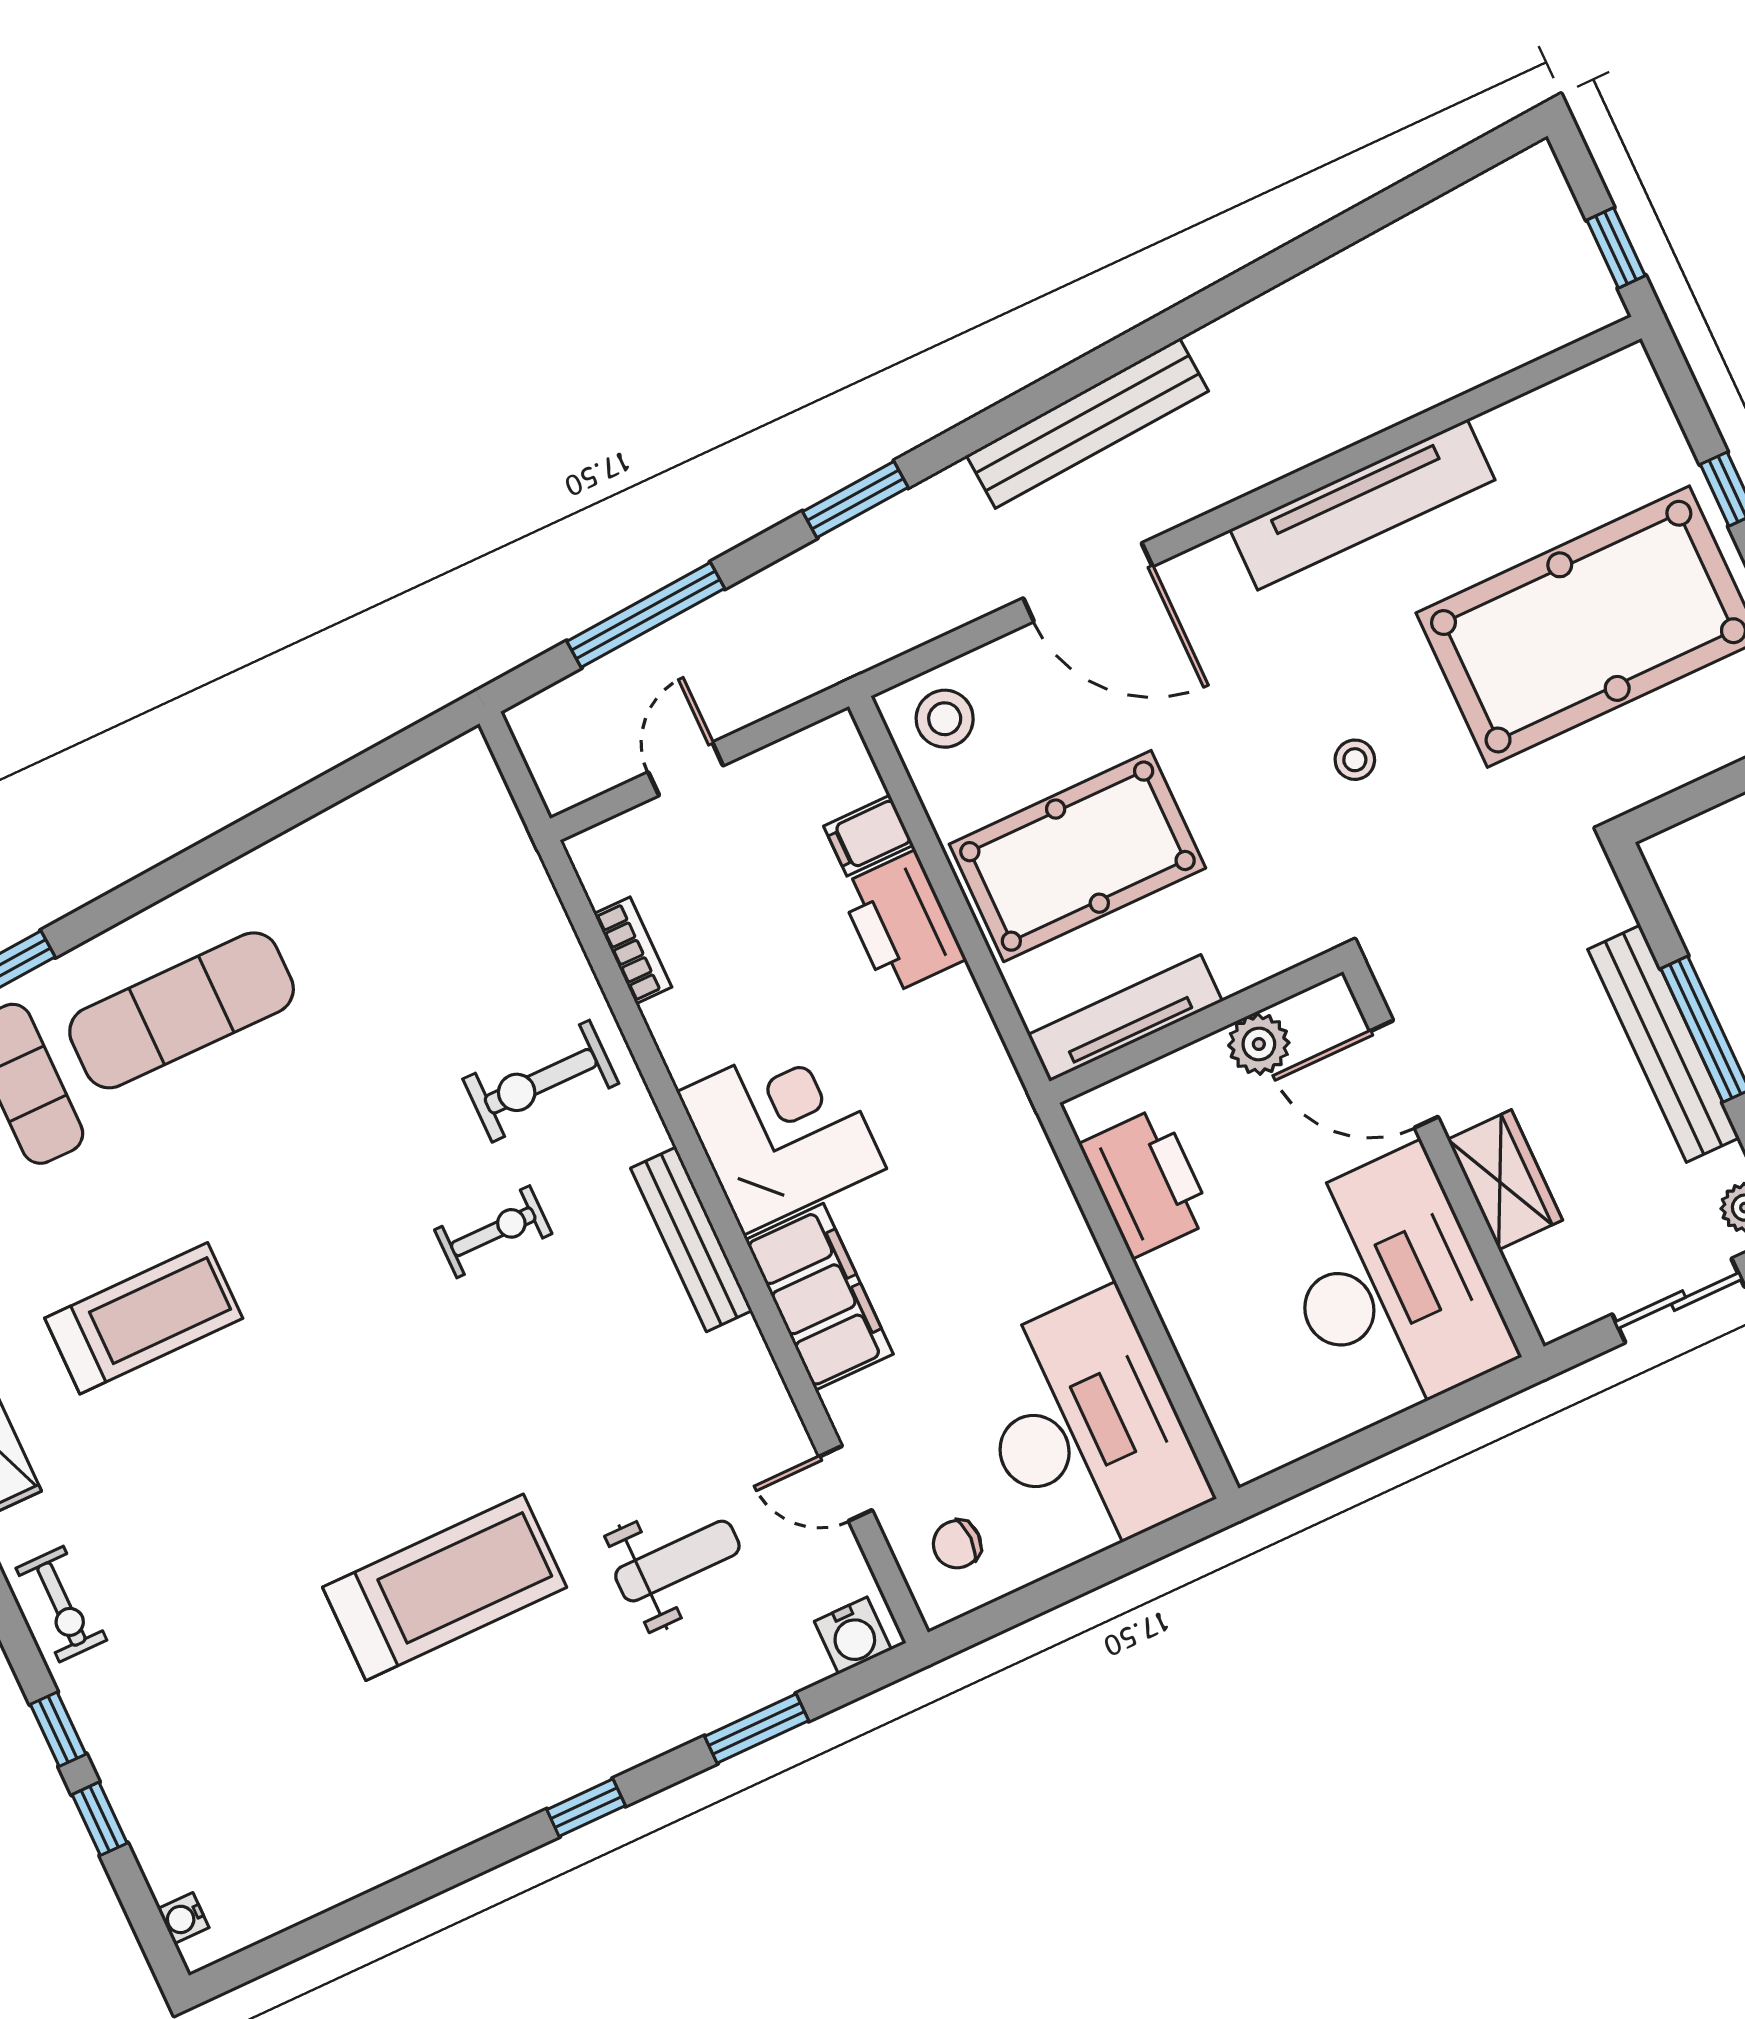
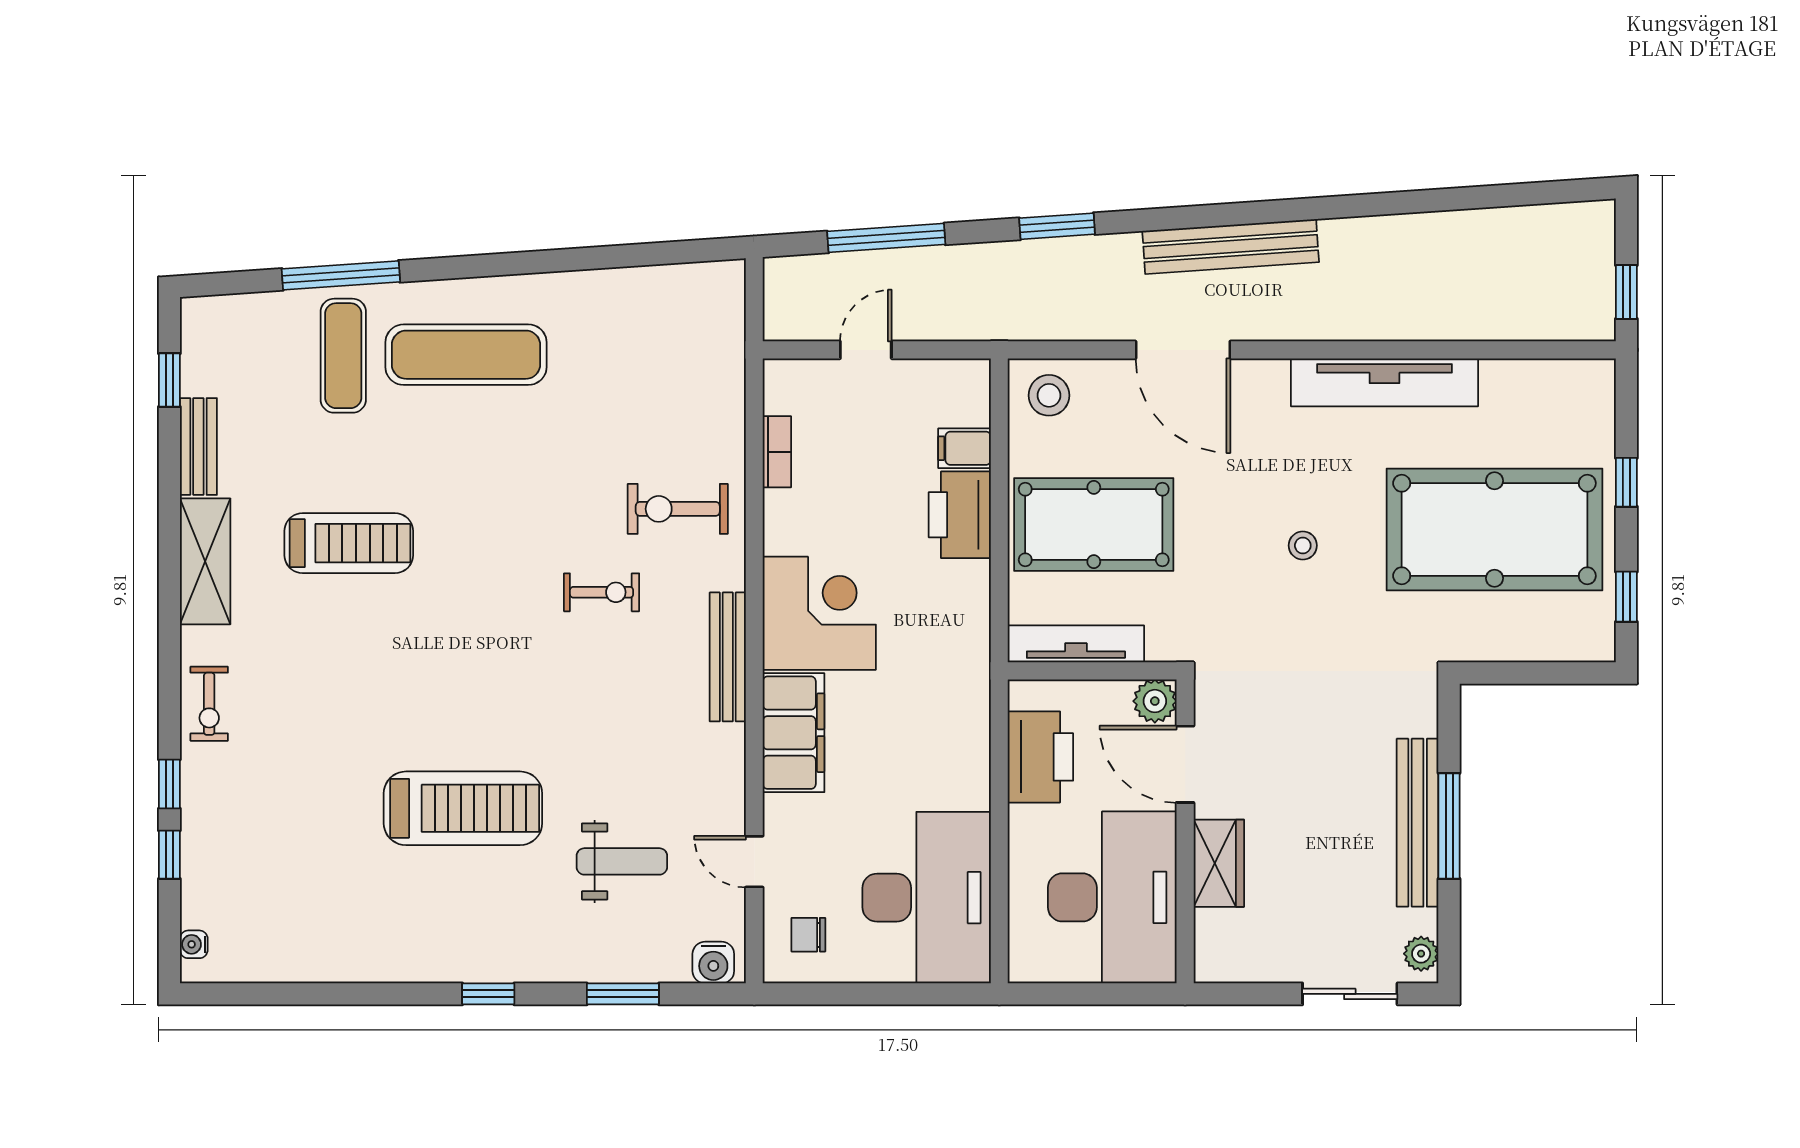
door: (1404, 1074) -> (1185, 764), moved
wall: (1443, 1159) -> (1185, 831), moved
wardrobe: (1505, 1180) -> (1219, 863), moved
desk: (1390, 1286) -> (1112, 897), moved

